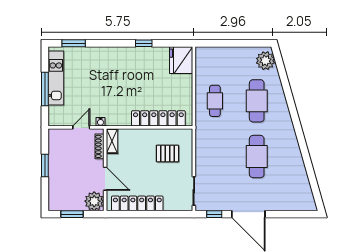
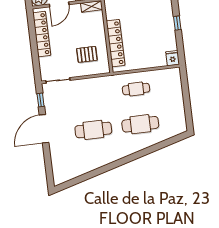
fridge: (181, 60) -> (173, 58), width x0.53, depth x0.75
plant: (265, 61) -> (175, 127), removed
pallet: (167, 153) -> (87, 54), turned 90

